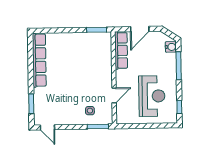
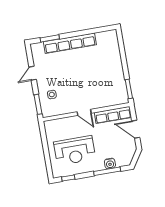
water cooler: (171, 47) -> (110, 163), moved
row of seats: (39, 60) -> (70, 43), moved
door: (114, 95) -> (84, 112), moved
door: (47, 127) -> (33, 73), moved

